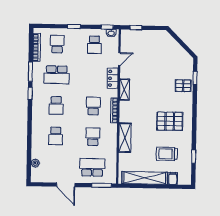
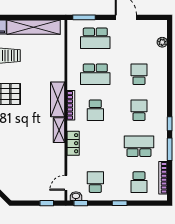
door: (119, 59) -> (66, 183), moved
school desk: (93, 137) -> (95, 74), width x1.85
shelving: (125, 138) -> (58, 99), moved

